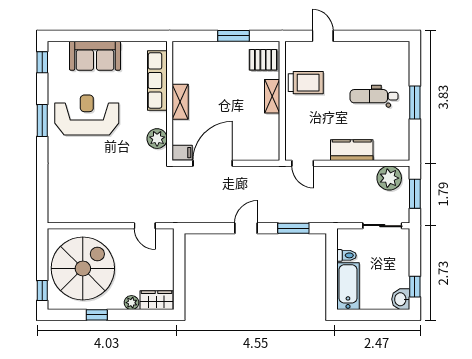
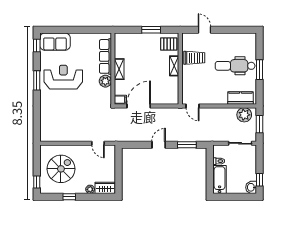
sofa: (95, 56) -> (55, 42), moved
dental chair: (374, 96) -> (235, 66), width x1.36, depth x1.38
plant: (157, 139) -> (105, 81), moved
kitchen counter: (352, 150) -> (240, 98), moved
spiral stairs: (83, 268) -> (61, 169), width x0.73, depth x0.73

